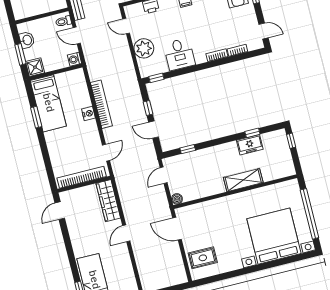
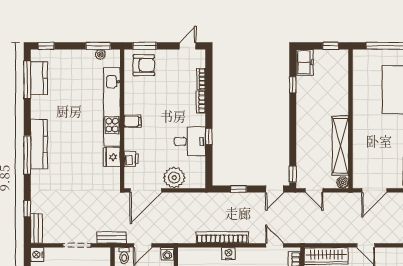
door: (126, 26) -> (146, 190), width x1.87
window: (156, 78) -> (209, 136), moved
door: (153, 130) -> (275, 189), moved
window: (291, 141) -> (331, 46), moved
freezer: (250, 145) -> (305, 62), moved
window: (188, 149) -> (293, 174), moved
shelving: (243, 180) -> (340, 146), moved, width x1.47

